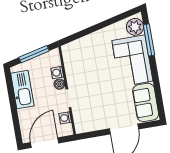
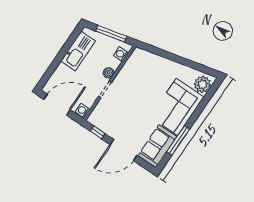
window: (149, 40) -> (178, 140), moved
washing machine: (57, 73) -> (121, 54), moved
washing machine: (65, 118) -> (83, 110), moved
window: (93, 134) -> (98, 132), added

